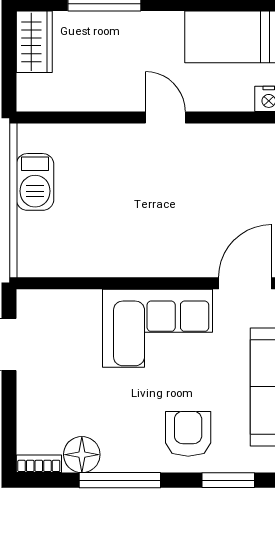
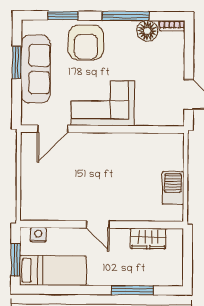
wardrobe: (34, 42) -> (148, 239), moved, turned -90
armchair: (188, 434) -> (86, 42), width x1.36, depth x1.36

